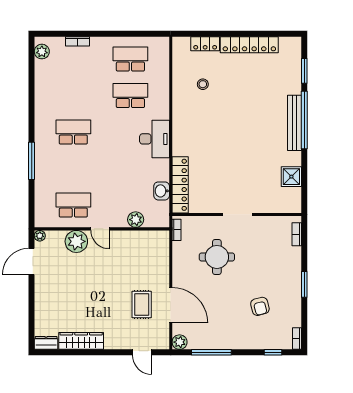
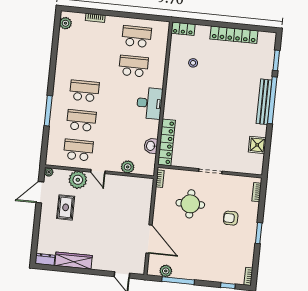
locker: (205, 44) -> (183, 29), moved
school desk: (73, 169) -> (81, 120), added
rug: (142, 304) -> (66, 207), moved
armchair: (260, 306) -> (231, 218), moved, turned 104
plant: (180, 342) -> (166, 271), moved

